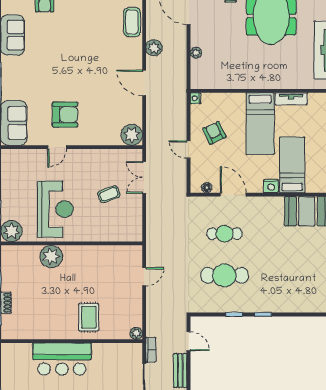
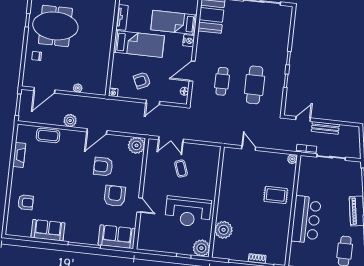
armchair: (100, 96) -> (103, 167), added
reception desk: (55, 209) -> (188, 212), turned 180
plant: (51, 256) -> (224, 230), moved

